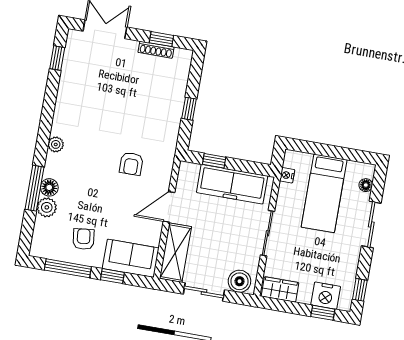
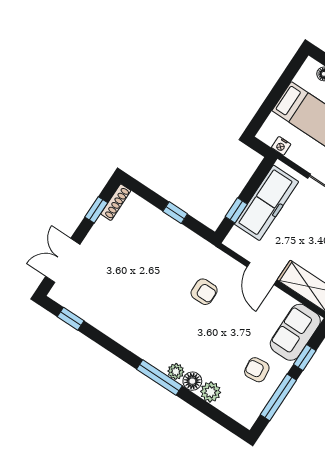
shoe rack: (156, 50) -> (116, 202), moved
plant: (56, 144) -> (176, 371), moved
window: (35, 188) -> (159, 378), moved

